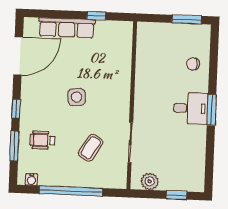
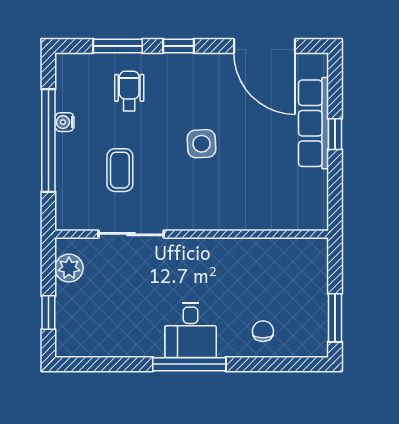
window: (96, 16) -> (335, 134), moved
window: (212, 110) -> (189, 364), width x1.44
coffee table: (91, 148) -> (120, 170), turned 58
water cooler: (31, 179) -> (64, 122), moved

